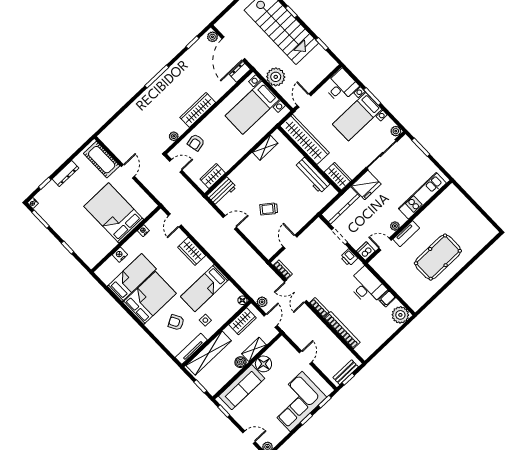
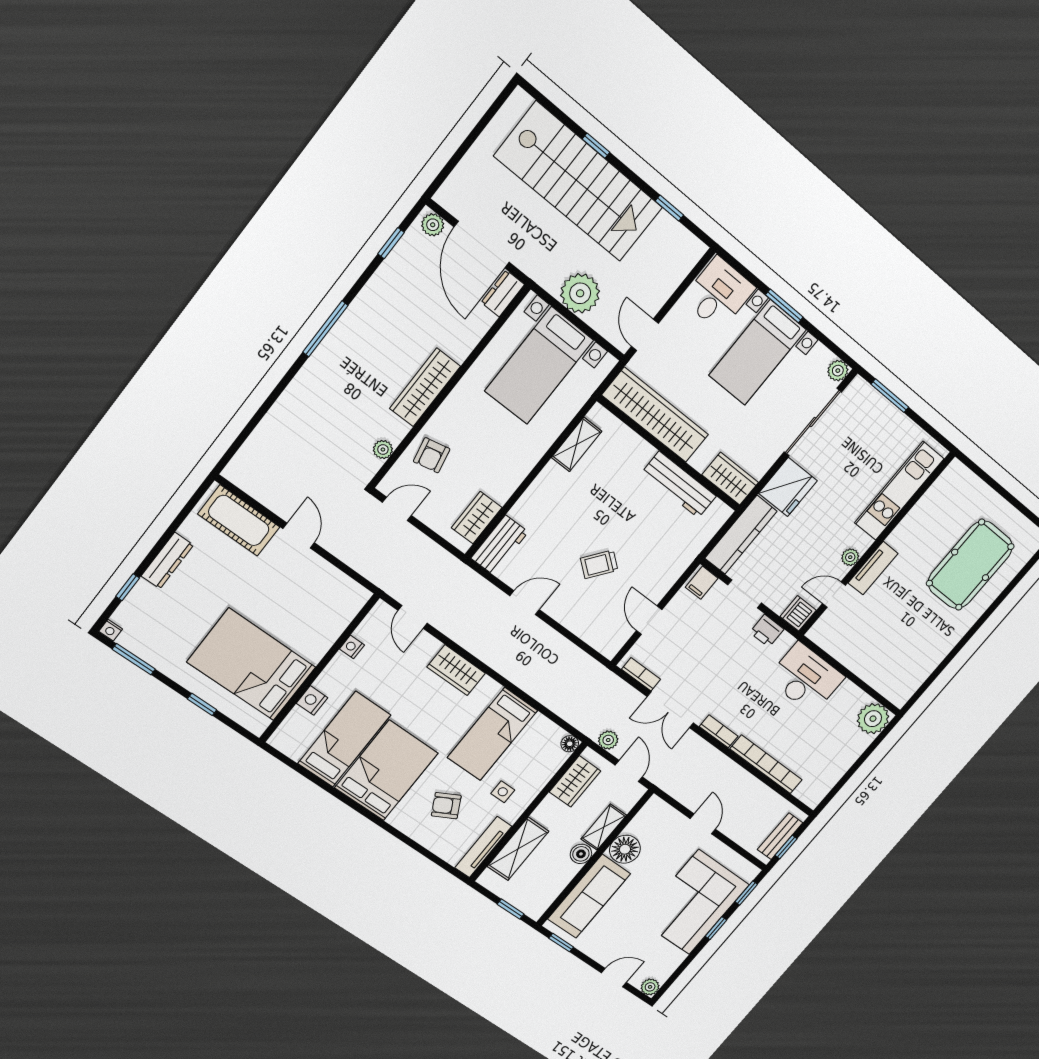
bed: (114, 213) -> (251, 665), moved
pool table: (438, 257) -> (970, 565), moved
filing cabinet: (387, 299) -> (702, 583), moved
shelving: (209, 353) -> (518, 849), width x0.68

